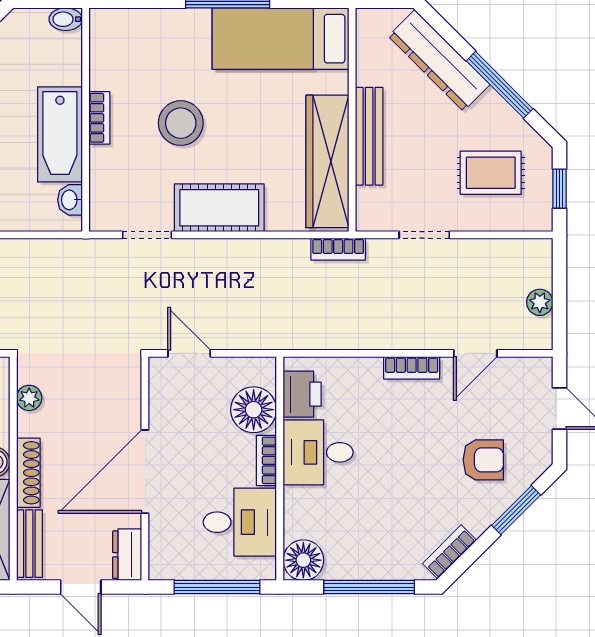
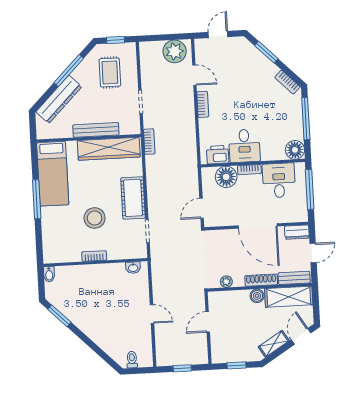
bathtub: (60, 134) -> (103, 274), removed
plant: (540, 302) -> (175, 51), width x1.87, depth x1.87
armchair: (483, 460) -> (244, 69), removed

